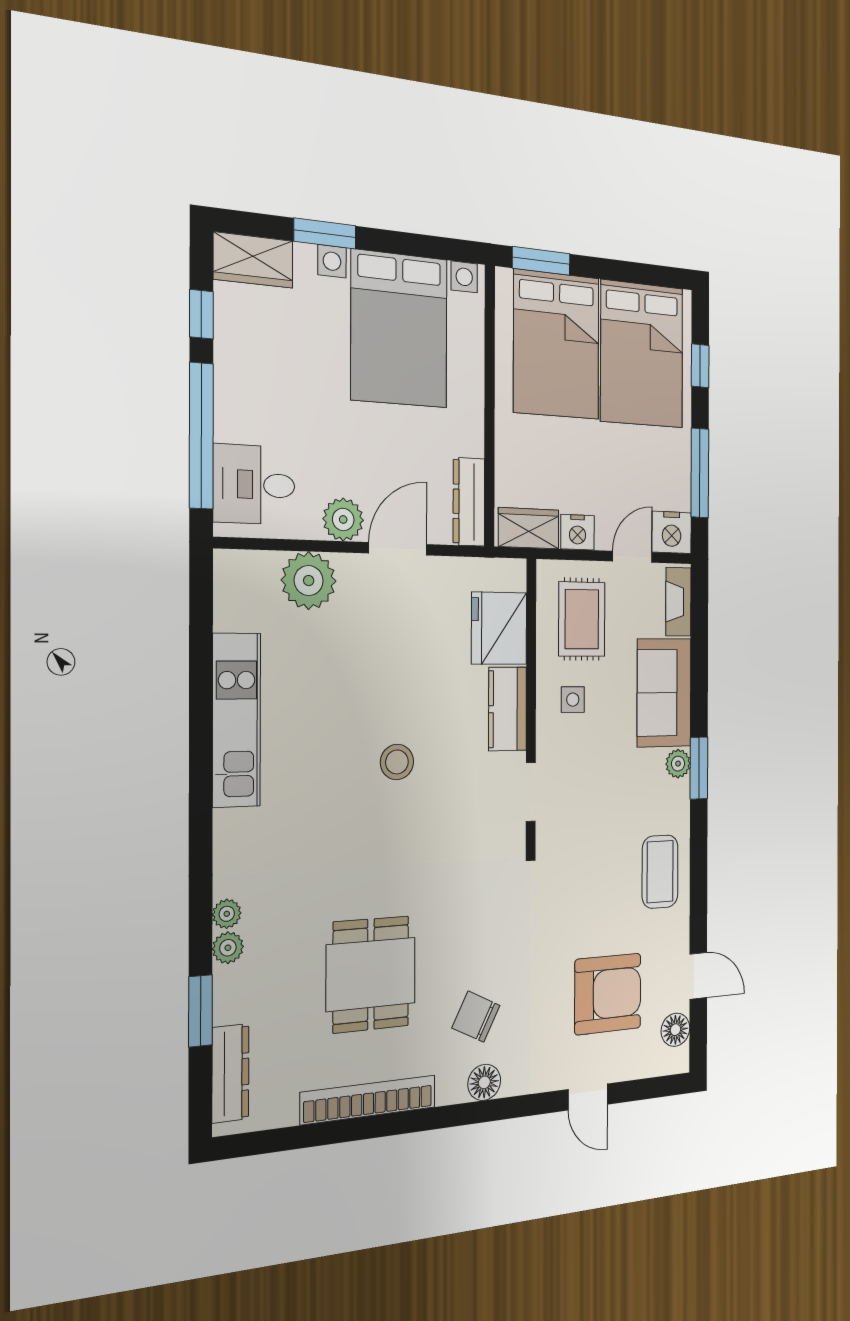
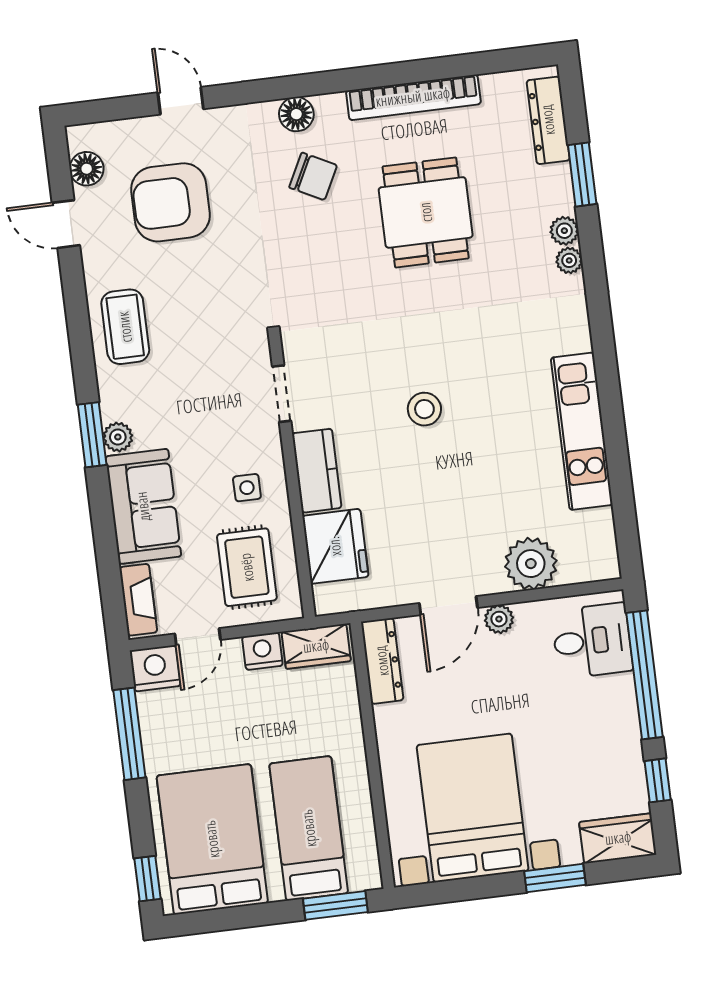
bed: (556, 345) -> (309, 828), width x0.67
window: (700, 366) -> (147, 879), moved
plant: (343, 519) -> (499, 619), width x0.73, depth x0.73

